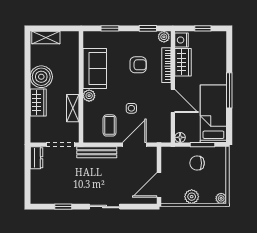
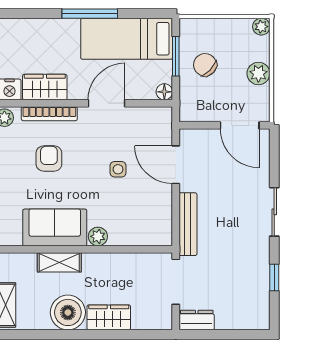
shelving: (73, 108) -> (59, 262), moved
coffee table: (110, 125) -> (145, 204), removed
chair: (197, 163) -> (205, 65), turned 133

